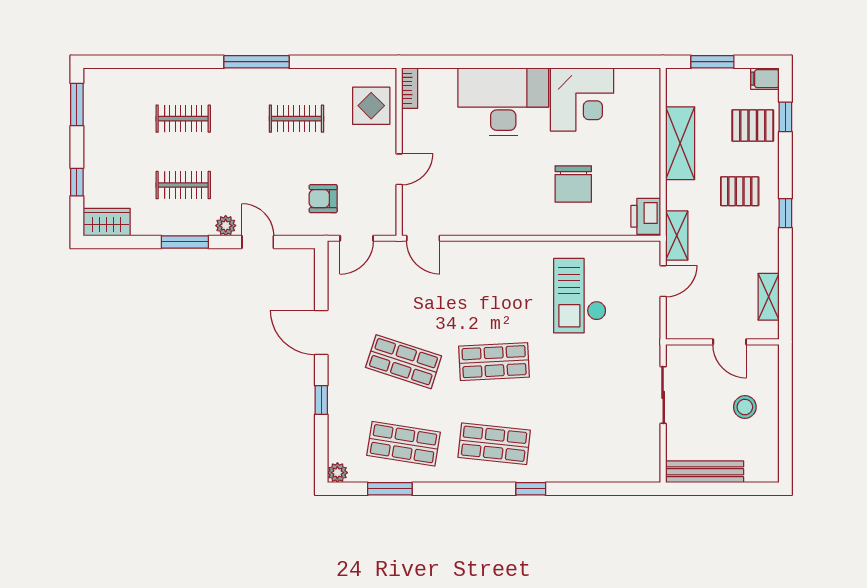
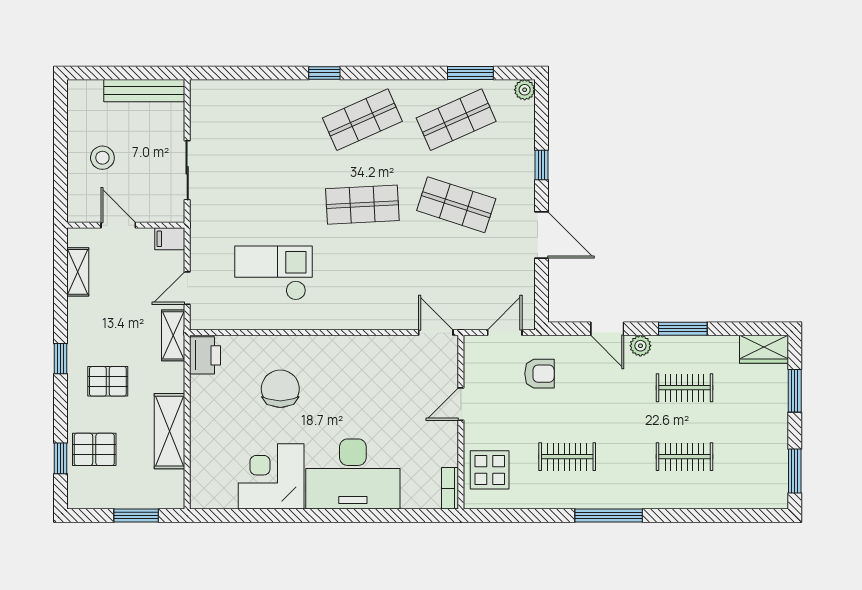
filing cabinet: (765, 79) -> (170, 239), moved, turned 180
window: (77, 182) -> (795, 391), width x1.50
checkout: (580, 296) -> (273, 273), turned -90
shop shelf: (404, 444) -> (456, 120), turned -33
shop shelf: (494, 444) -> (362, 120), turned -30

